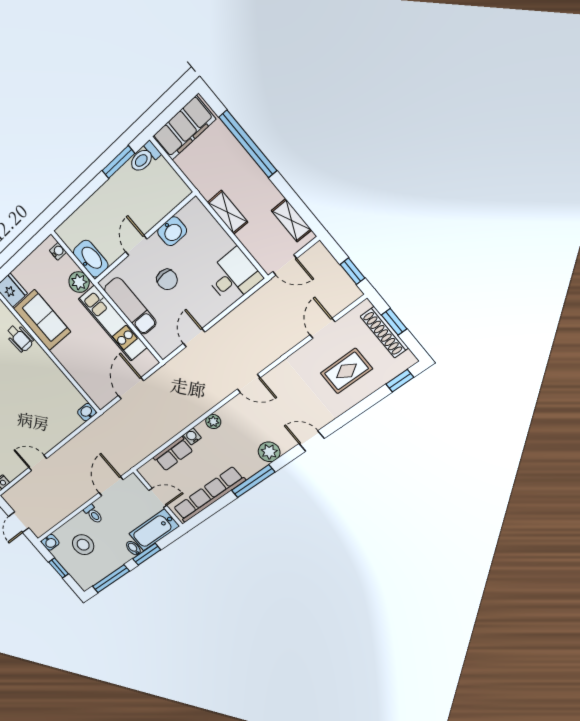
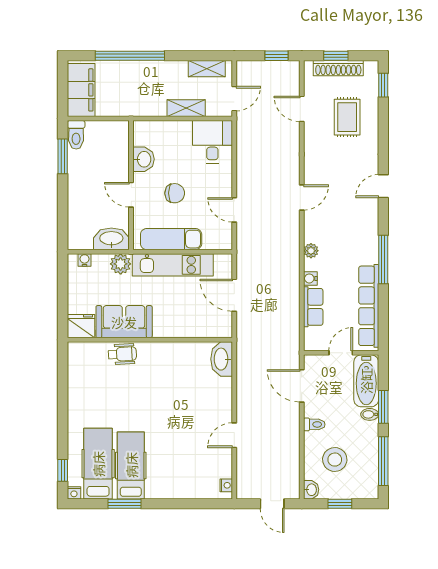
shelving: (228, 212) -> (186, 108), moved
washbasin: (87, 412) -> (222, 359), width x1.91, depth x1.45
plant: (269, 452) -> (368, 226), removed

